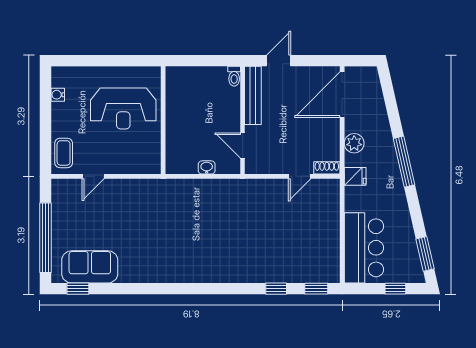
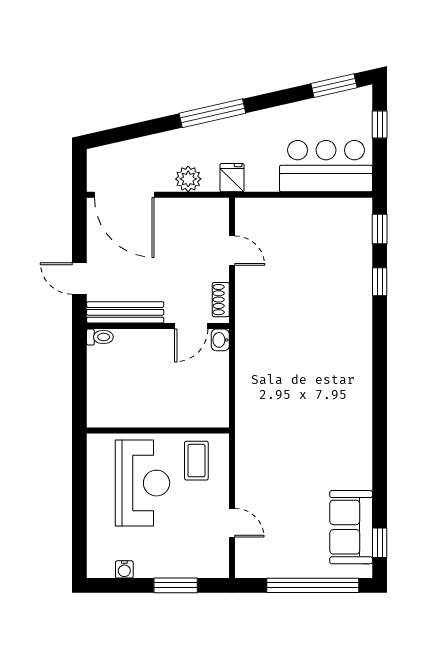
window: (46, 134) -> (176, 585), added
coffee table: (64, 153) -> (196, 461), moved, turned 90
washbasin: (207, 167) -> (220, 340), moved
shoe rack: (327, 168) -> (221, 300), moved

